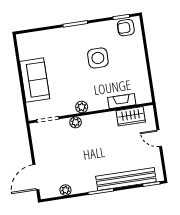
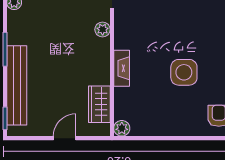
fireplace: (122, 101) -> (122, 68), moved
plant: (82, 107) -> (122, 128), moved

